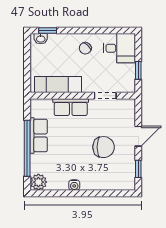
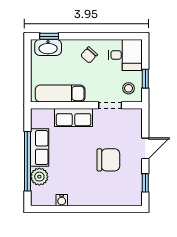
washbasin: (41, 39) -> (48, 47), width x1.91, depth x1.45
stool: (123, 80) -> (128, 88), added
plant: (38, 182) -> (39, 177), moved
water cooler: (74, 185) -> (62, 200), moved

